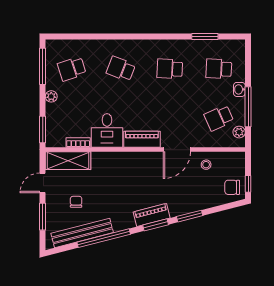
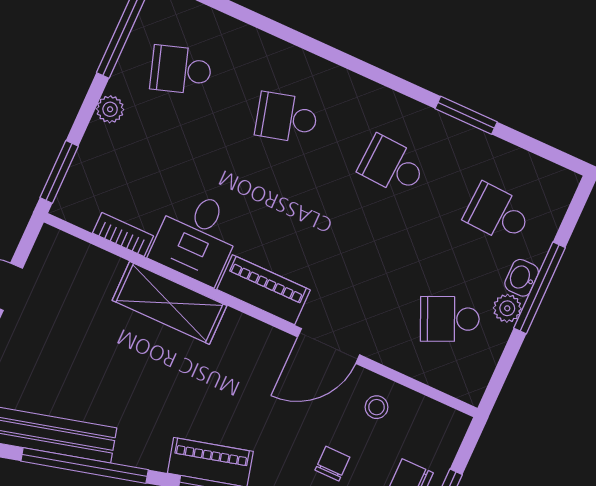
window: (205, 36) -> (466, 115), moved
school desk: (121, 69) -> (287, 118), turned -36
window: (248, 107) -> (540, 288), moved
plant: (239, 132) -> (507, 308), moved
shelving: (68, 161) -> (170, 303), moved
chair: (76, 202) -> (332, 464), moved

